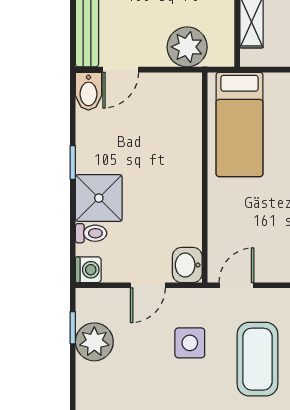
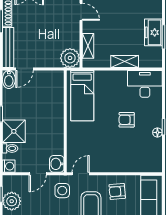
plant: (187, 47) -> (70, 58), moved
side table: (190, 343) -> (62, 191), moved

